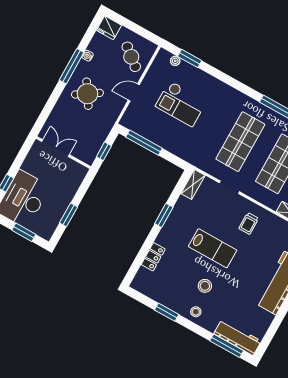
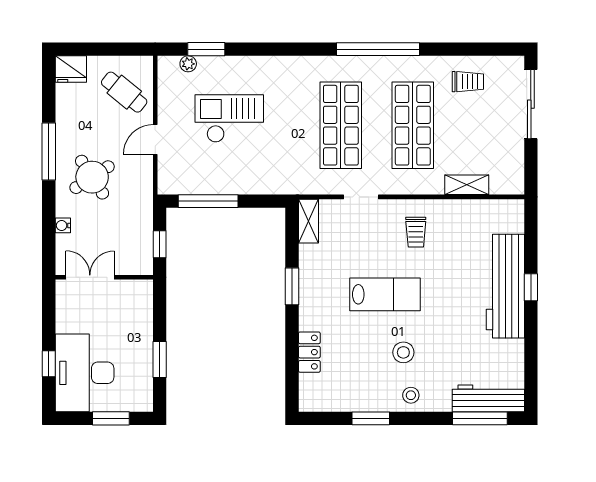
water cooler: (88, 56) -> (63, 225), moved
checkout: (181, 104) -> (229, 119), turned 180

